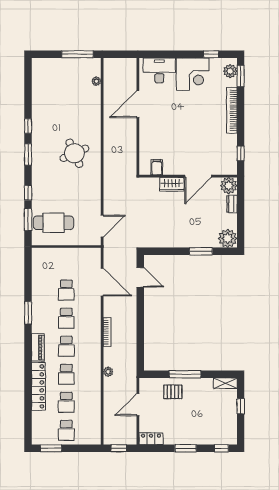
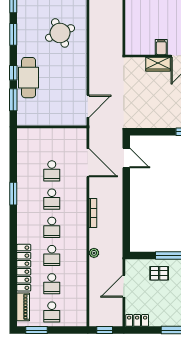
filing cabinet: (157, 167) -> (161, 47), moved
cafe table: (53, 223) -> (29, 78), moved, turned 90
piano: (38, 348) -> (23, 307), moved

